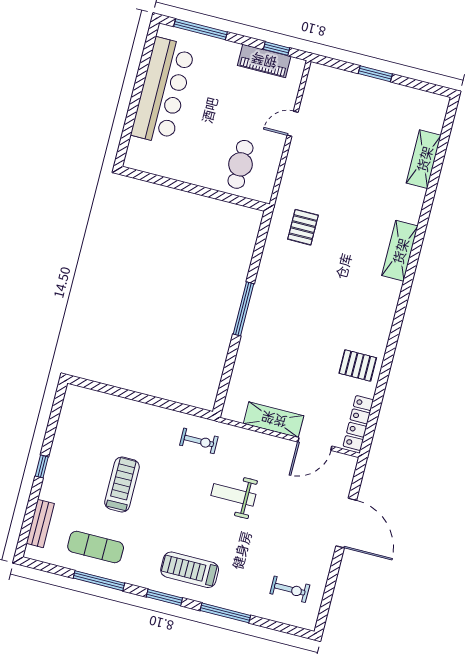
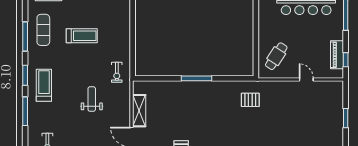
cafe table: (240, 164) -> (276, 56), turned -57

